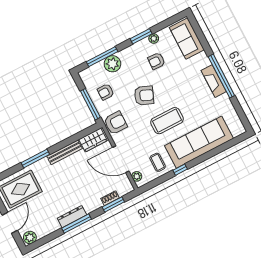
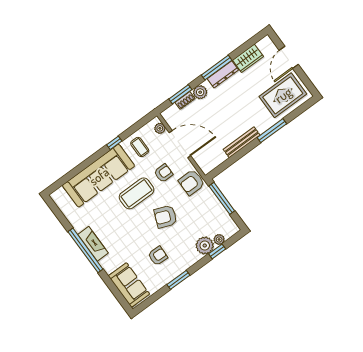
plant: (154, 39) -> (219, 239), moved
window: (102, 57) -> (217, 251), width x0.46
armchair: (106, 92) -> (163, 173), moved
wardrobe: (93, 140) -> (248, 58), moved, turned 180
plant: (30, 237) -> (200, 92), moved

